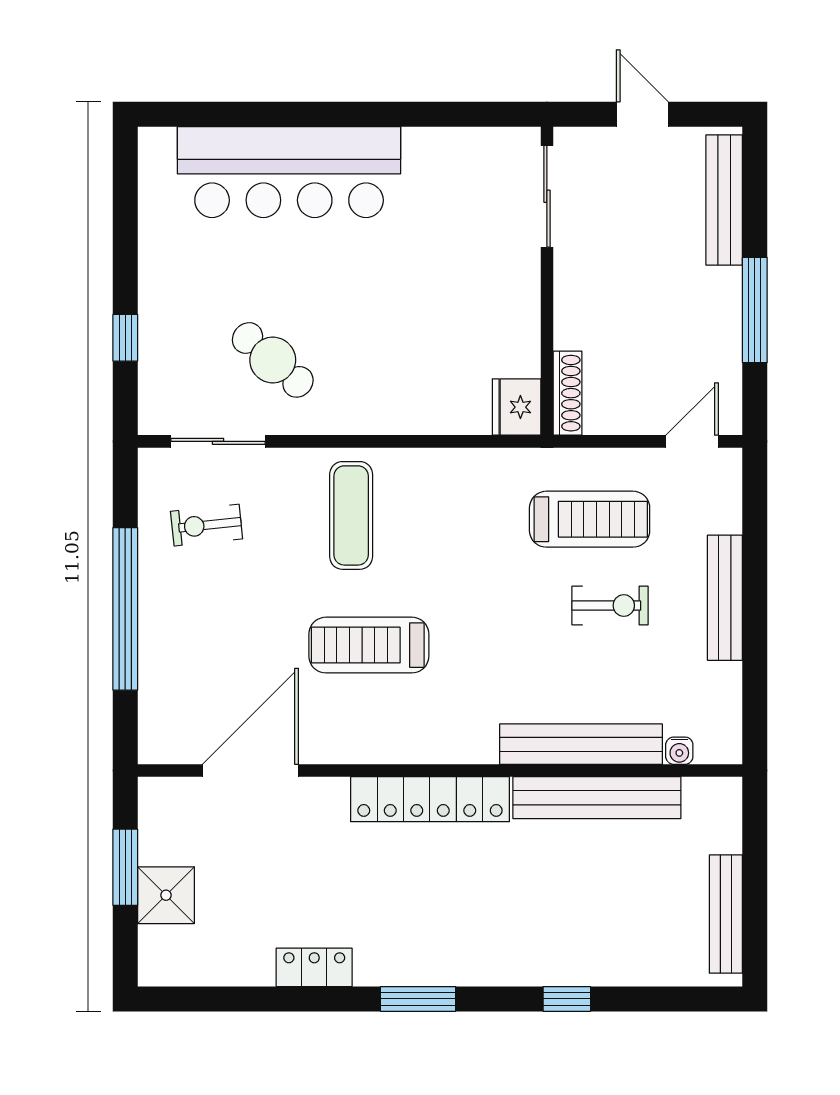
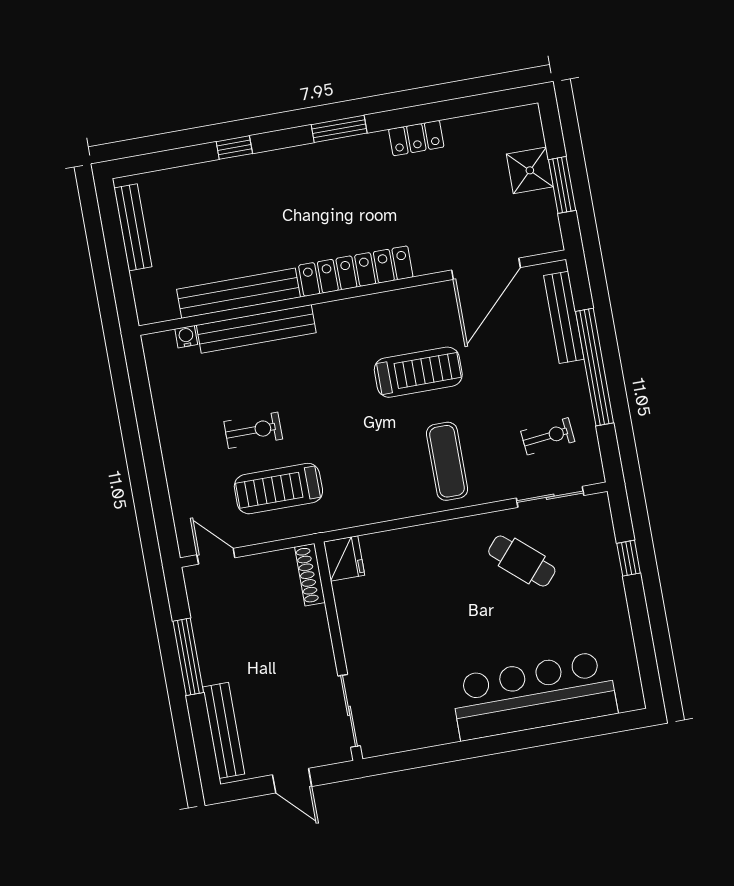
door: (692, 441) -> (216, 556), swing flipped
bench: (725, 598) -> (564, 317), moved
exercise bike: (610, 606) -> (253, 430), turned 180

